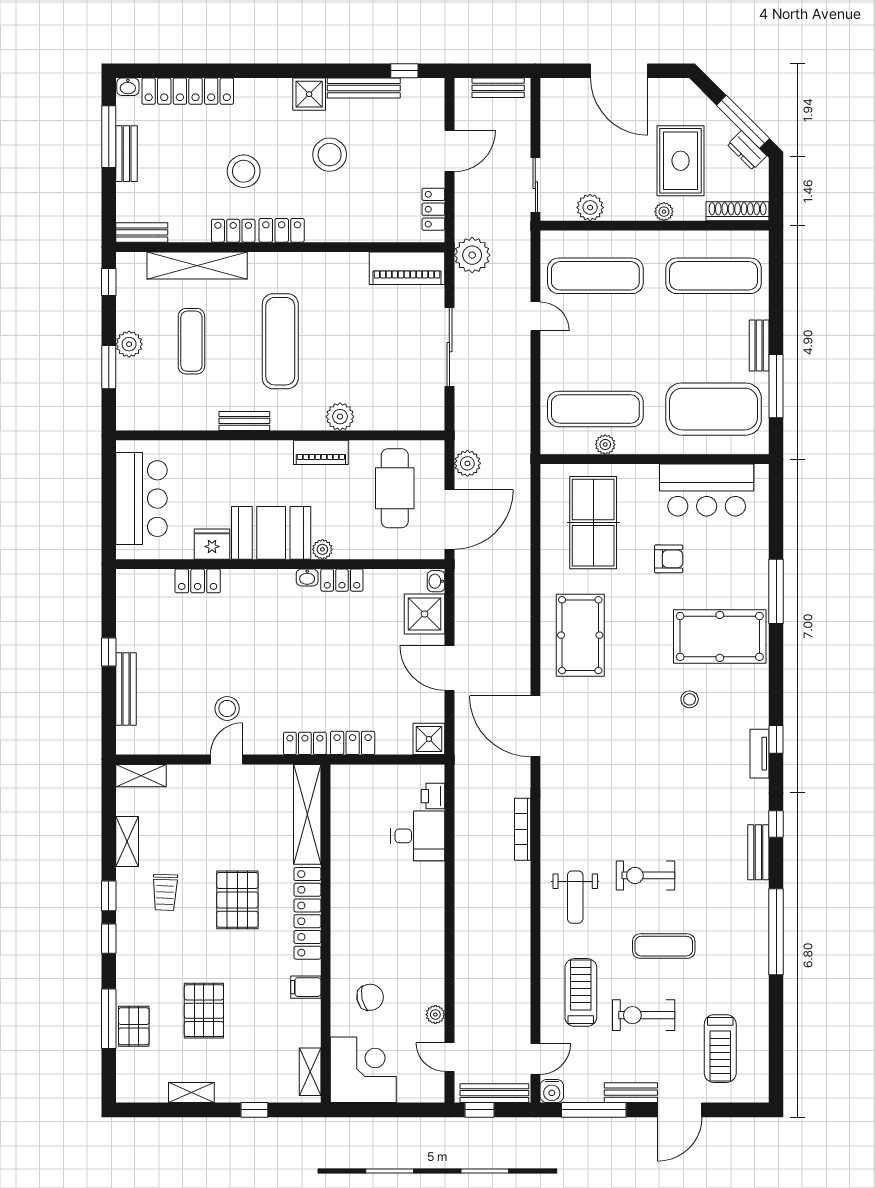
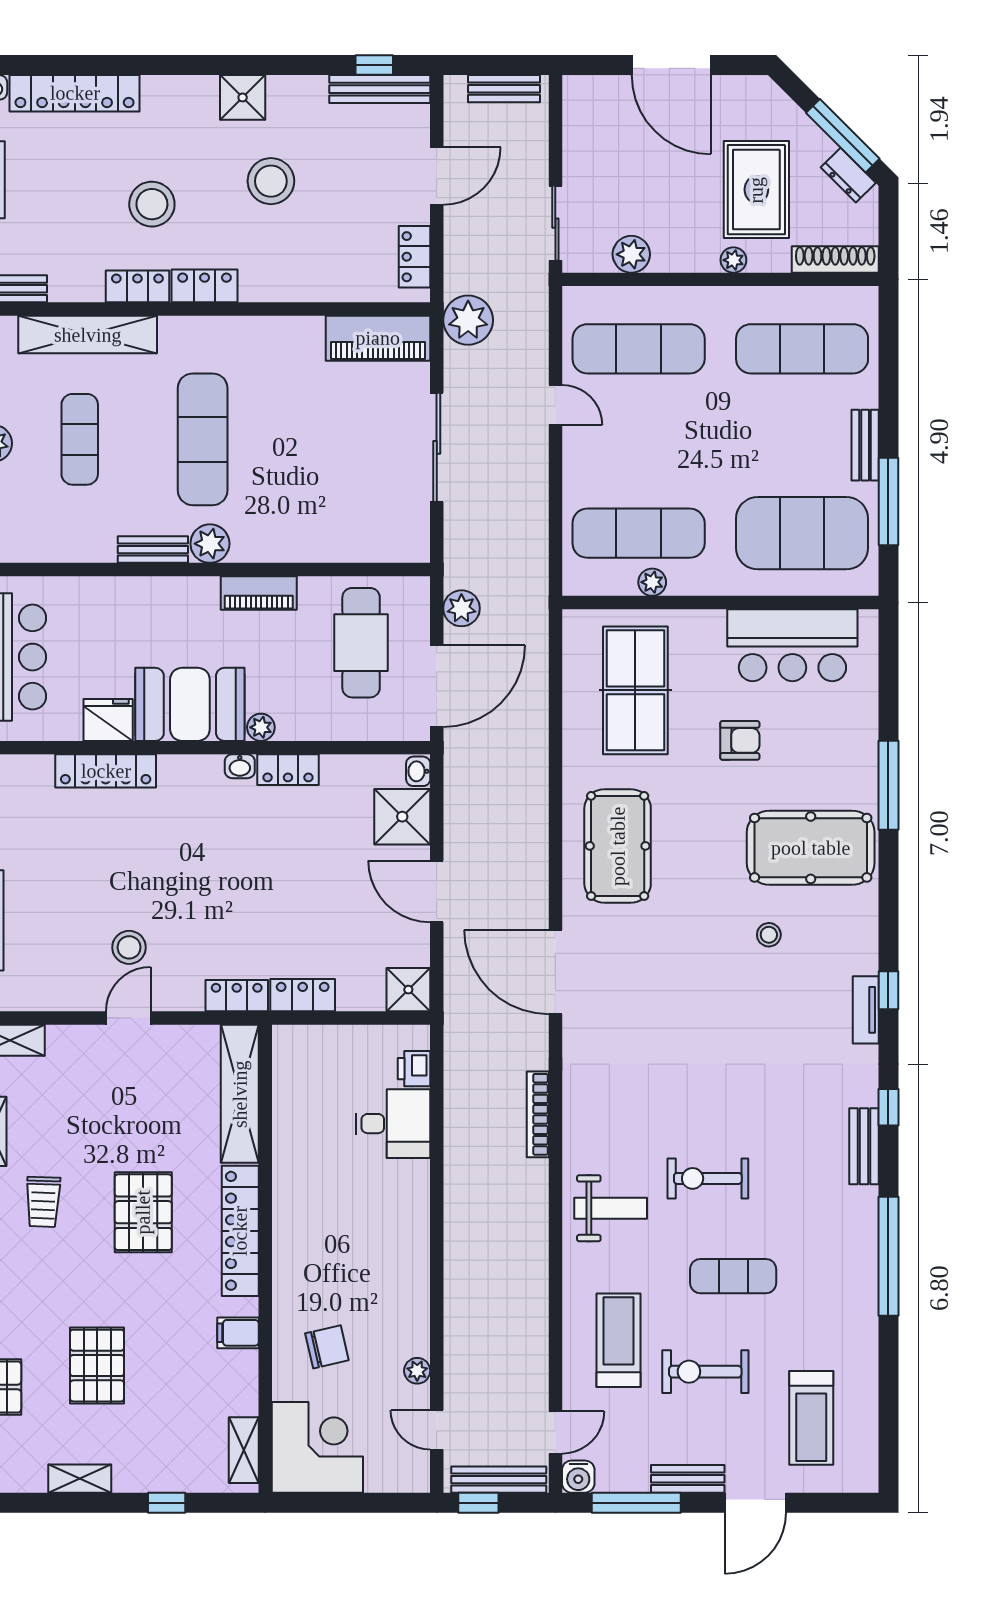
bench: (364, 88) -> (380, 89), moved
plant: (340, 417) -> (210, 544), moved
locker: (198, 581) -> (106, 771), width x1.53
weight bench: (575, 897) -> (611, 1208), turned -90

